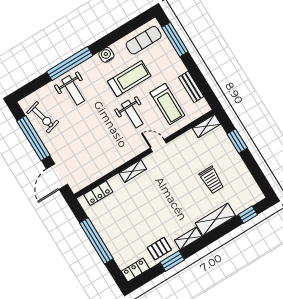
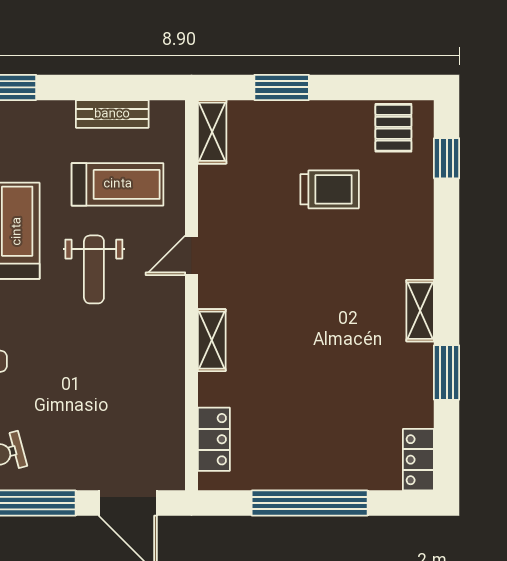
weight bench: (132, 114) -> (94, 269), turned 90
shelving: (215, 219) -> (415, 231), removed
pallet: (159, 249) -> (393, 128), moved

